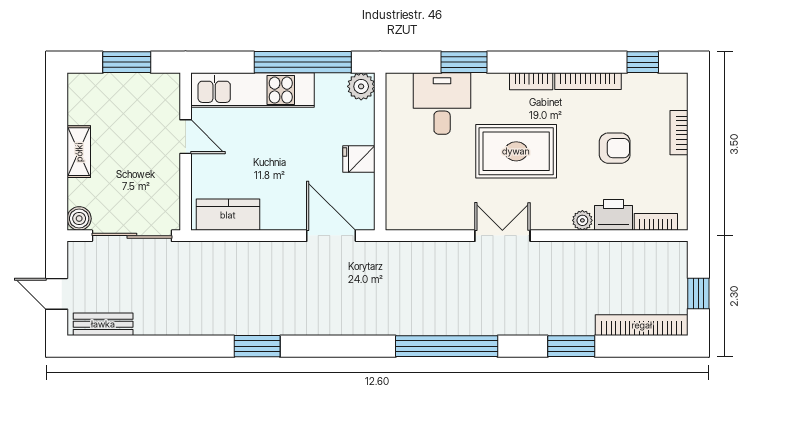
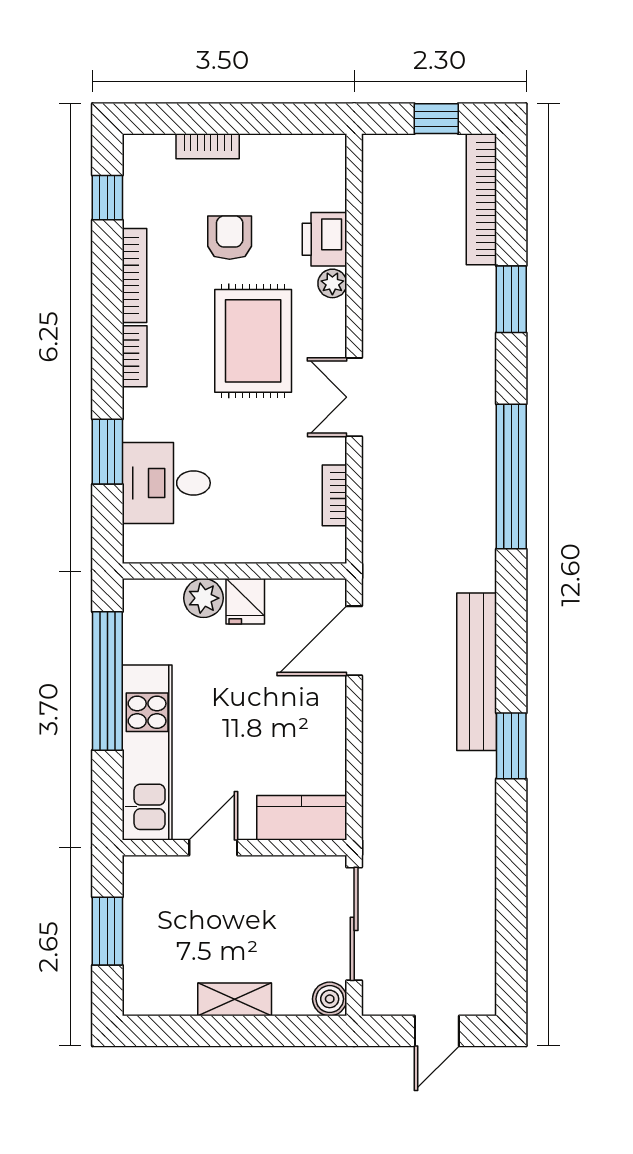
plant: (361, 86) -> (203, 598), moved
rug: (516, 151) -> (253, 341), moved
kitchen counter: (228, 215) -> (302, 818), moved, turned 90
bookcase: (656, 222) -> (335, 495), moved
bench: (103, 324) -> (477, 672), moved, width x1.86, depth x1.21

